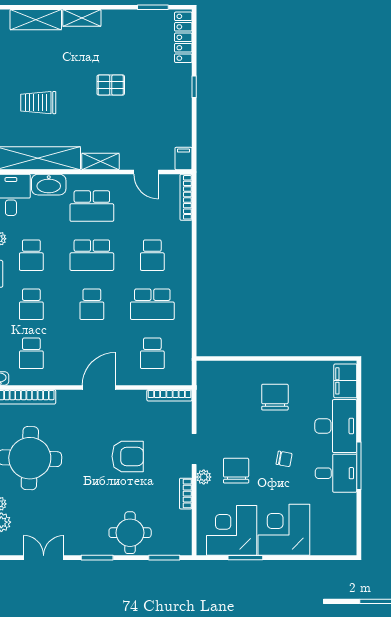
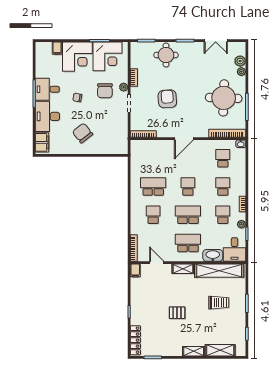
school desk: (152, 353) -> (153, 158), removed
chair: (275, 397) -> (83, 133), turned 142
armchair: (128, 456) -> (167, 99), turned 86
filing cabinet: (319, 545) -> (57, 48), added

